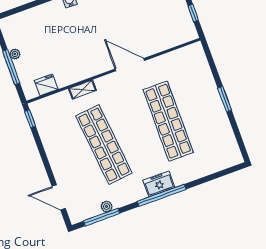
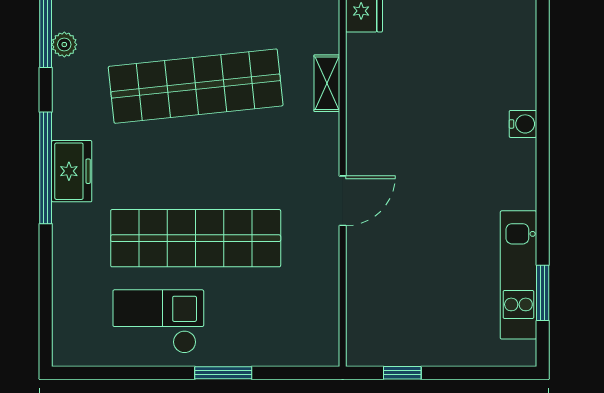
door: (130, 65) -> (343, 201), width x0.73
window: (225, 99) -> (223, 373), moved
checkout: (209, 124) -> (158, 322), added

